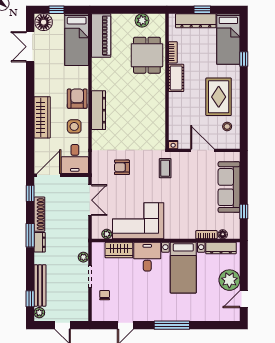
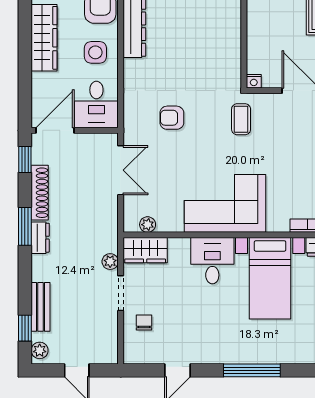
corner sofa: (138, 221) -> (225, 203), moved
wardrobe: (119, 250) -> (145, 250), moved
bench: (40, 285) -> (41, 307), width x0.73

